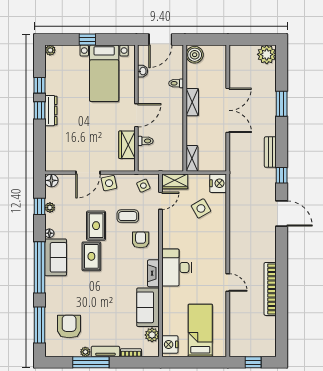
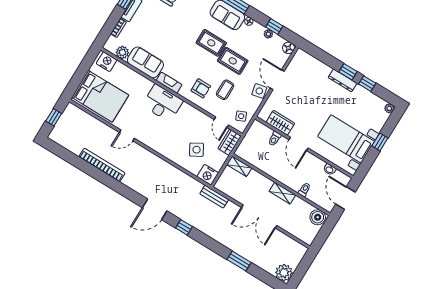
bench: (270, 152) -> (214, 197), moved
bed: (200, 330) -> (100, 96), width x1.50

